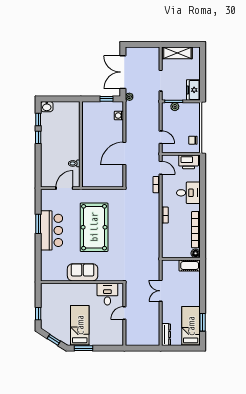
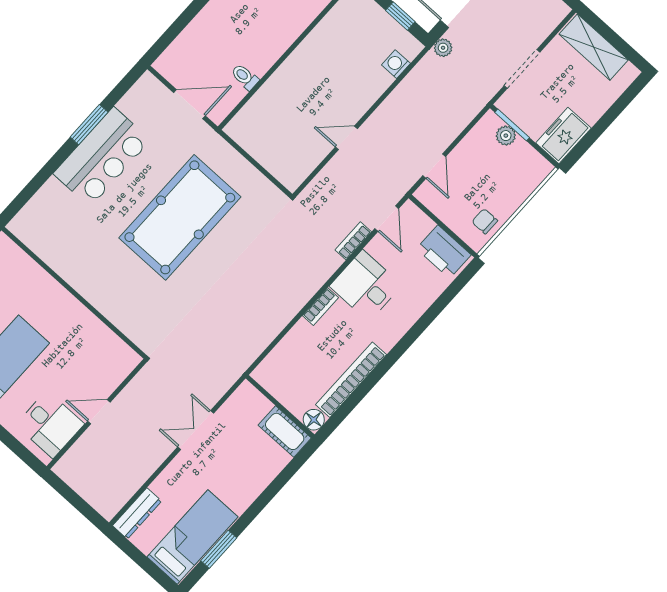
door: (124, 154) -> (346, 138), width x0.53
desk: (188, 193) -> (366, 286), moved, turned 180
sofa: (83, 272) -> (90, 277), removed
desk: (107, 294) -> (50, 424), moved, turned 90

